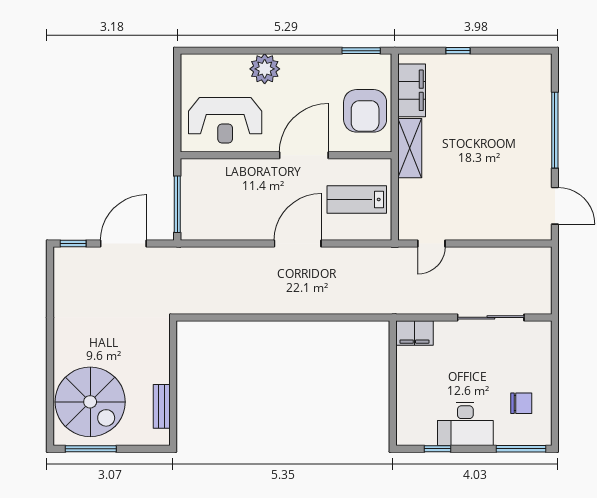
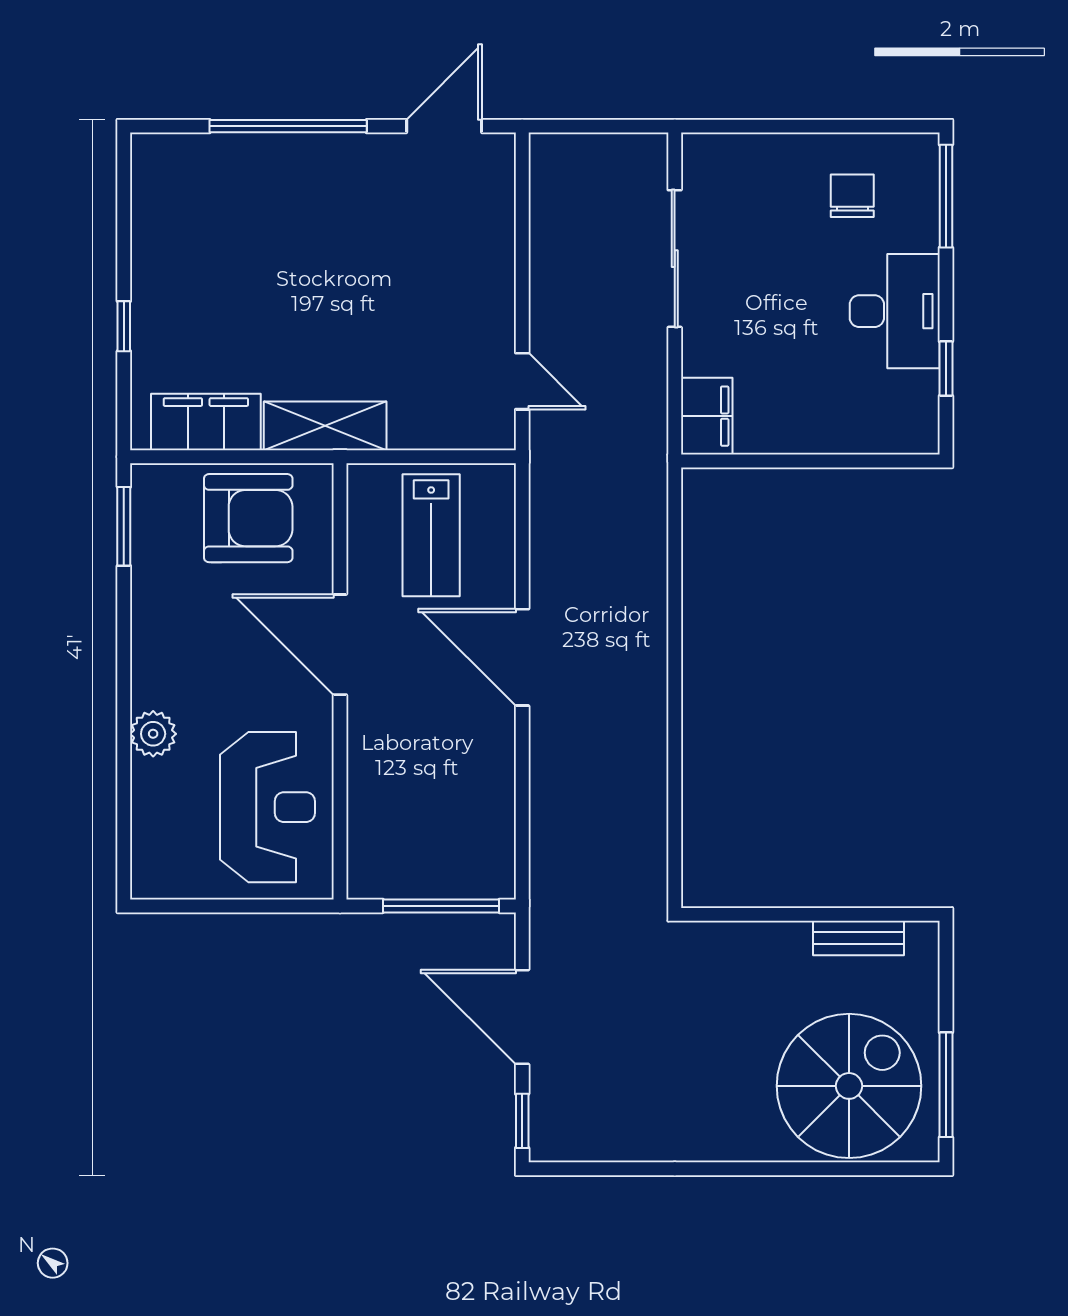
plant: (265, 69) -> (153, 734), width x0.73, depth x0.73

